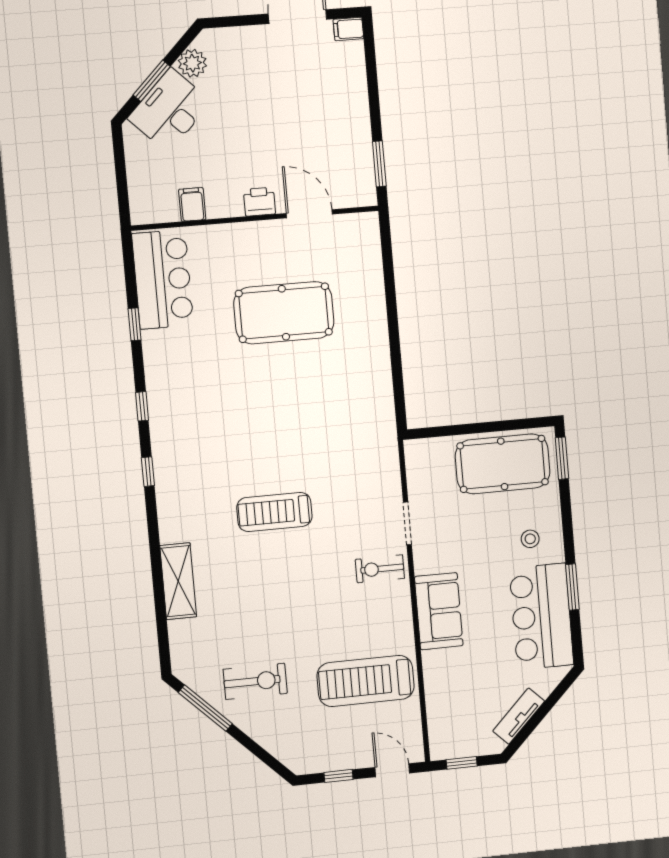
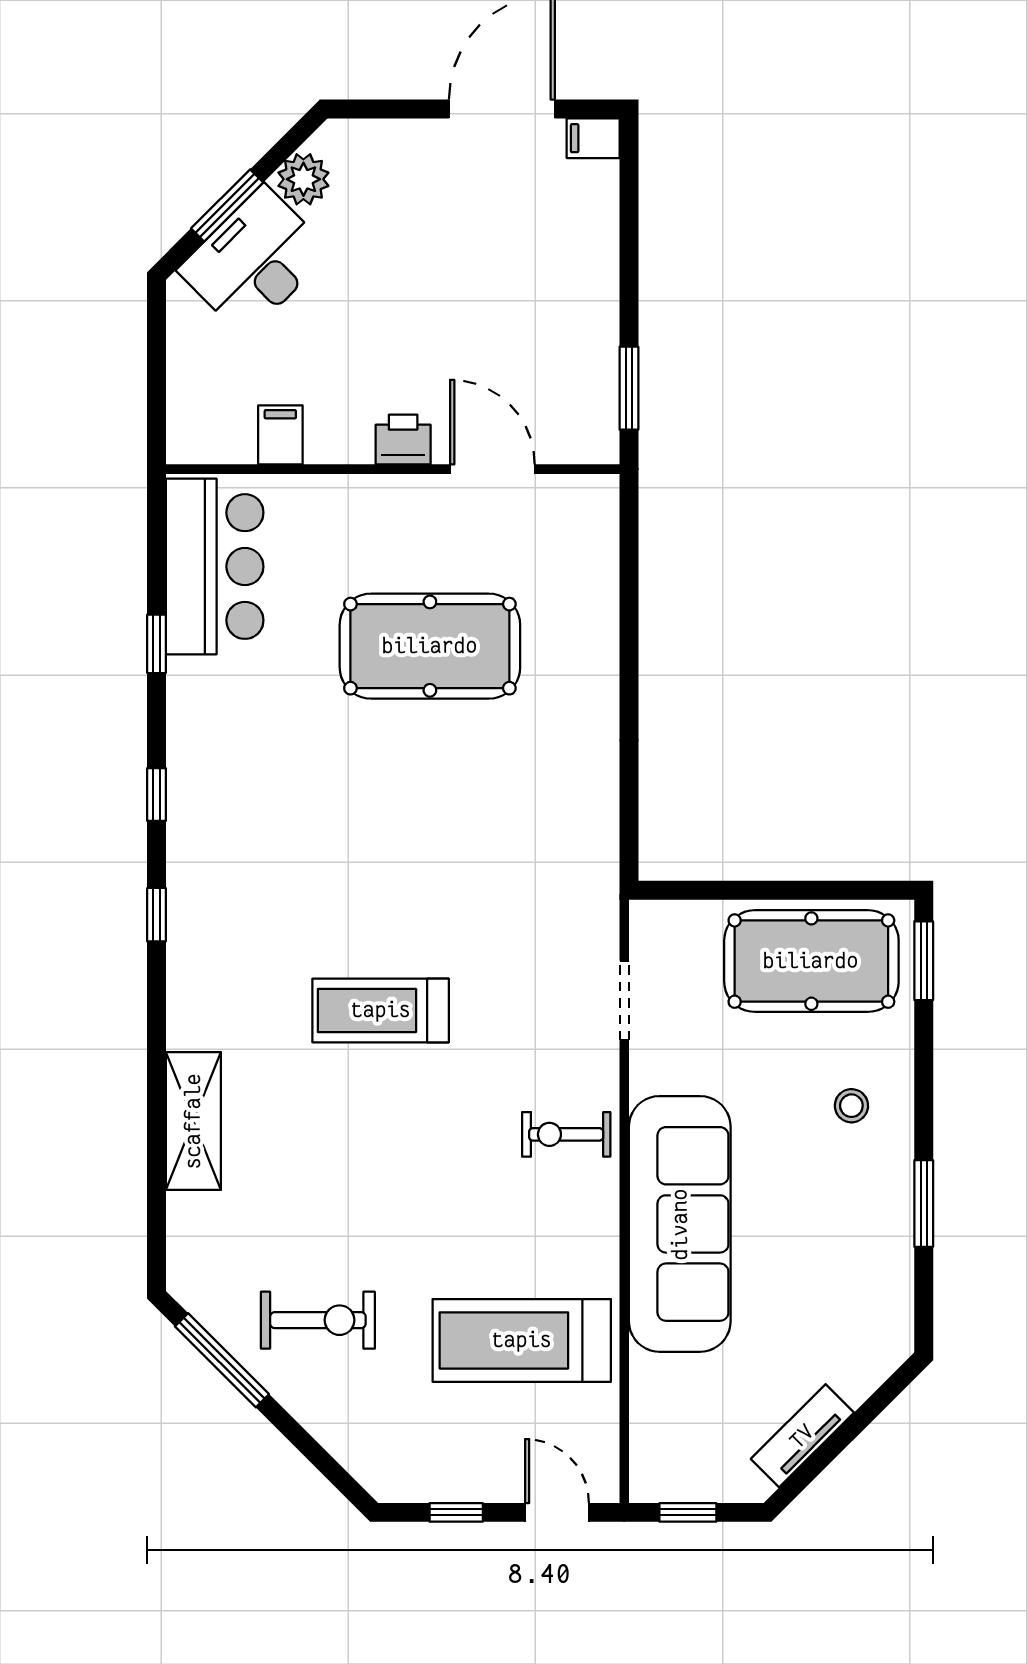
doorway: (407, 523) -> (624, 1000), moved
sofa: (439, 611) -> (680, 1224), width x1.85, depth x1.27
bar counter: (541, 617) -> (861, 1253), removed

